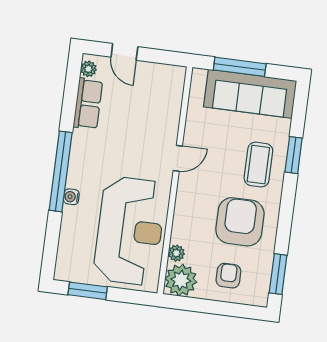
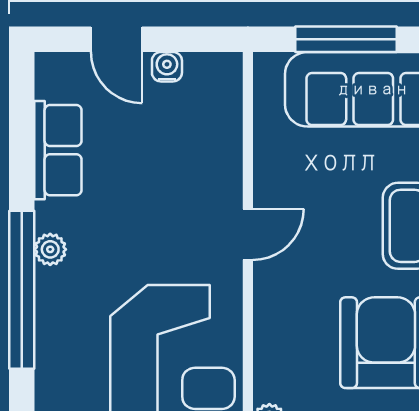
plant: (88, 69) -> (50, 249), moved
water cooler: (71, 197) -> (167, 67), moved, turned 90

